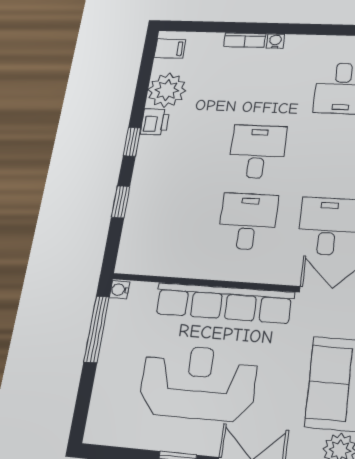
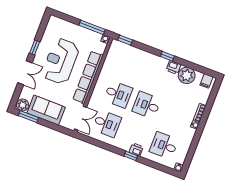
desk: (257, 152) -> (147, 105), turned 180
window: (121, 202) -> (125, 40), moved
reception desk: (198, 382) -> (61, 61), turned 180

